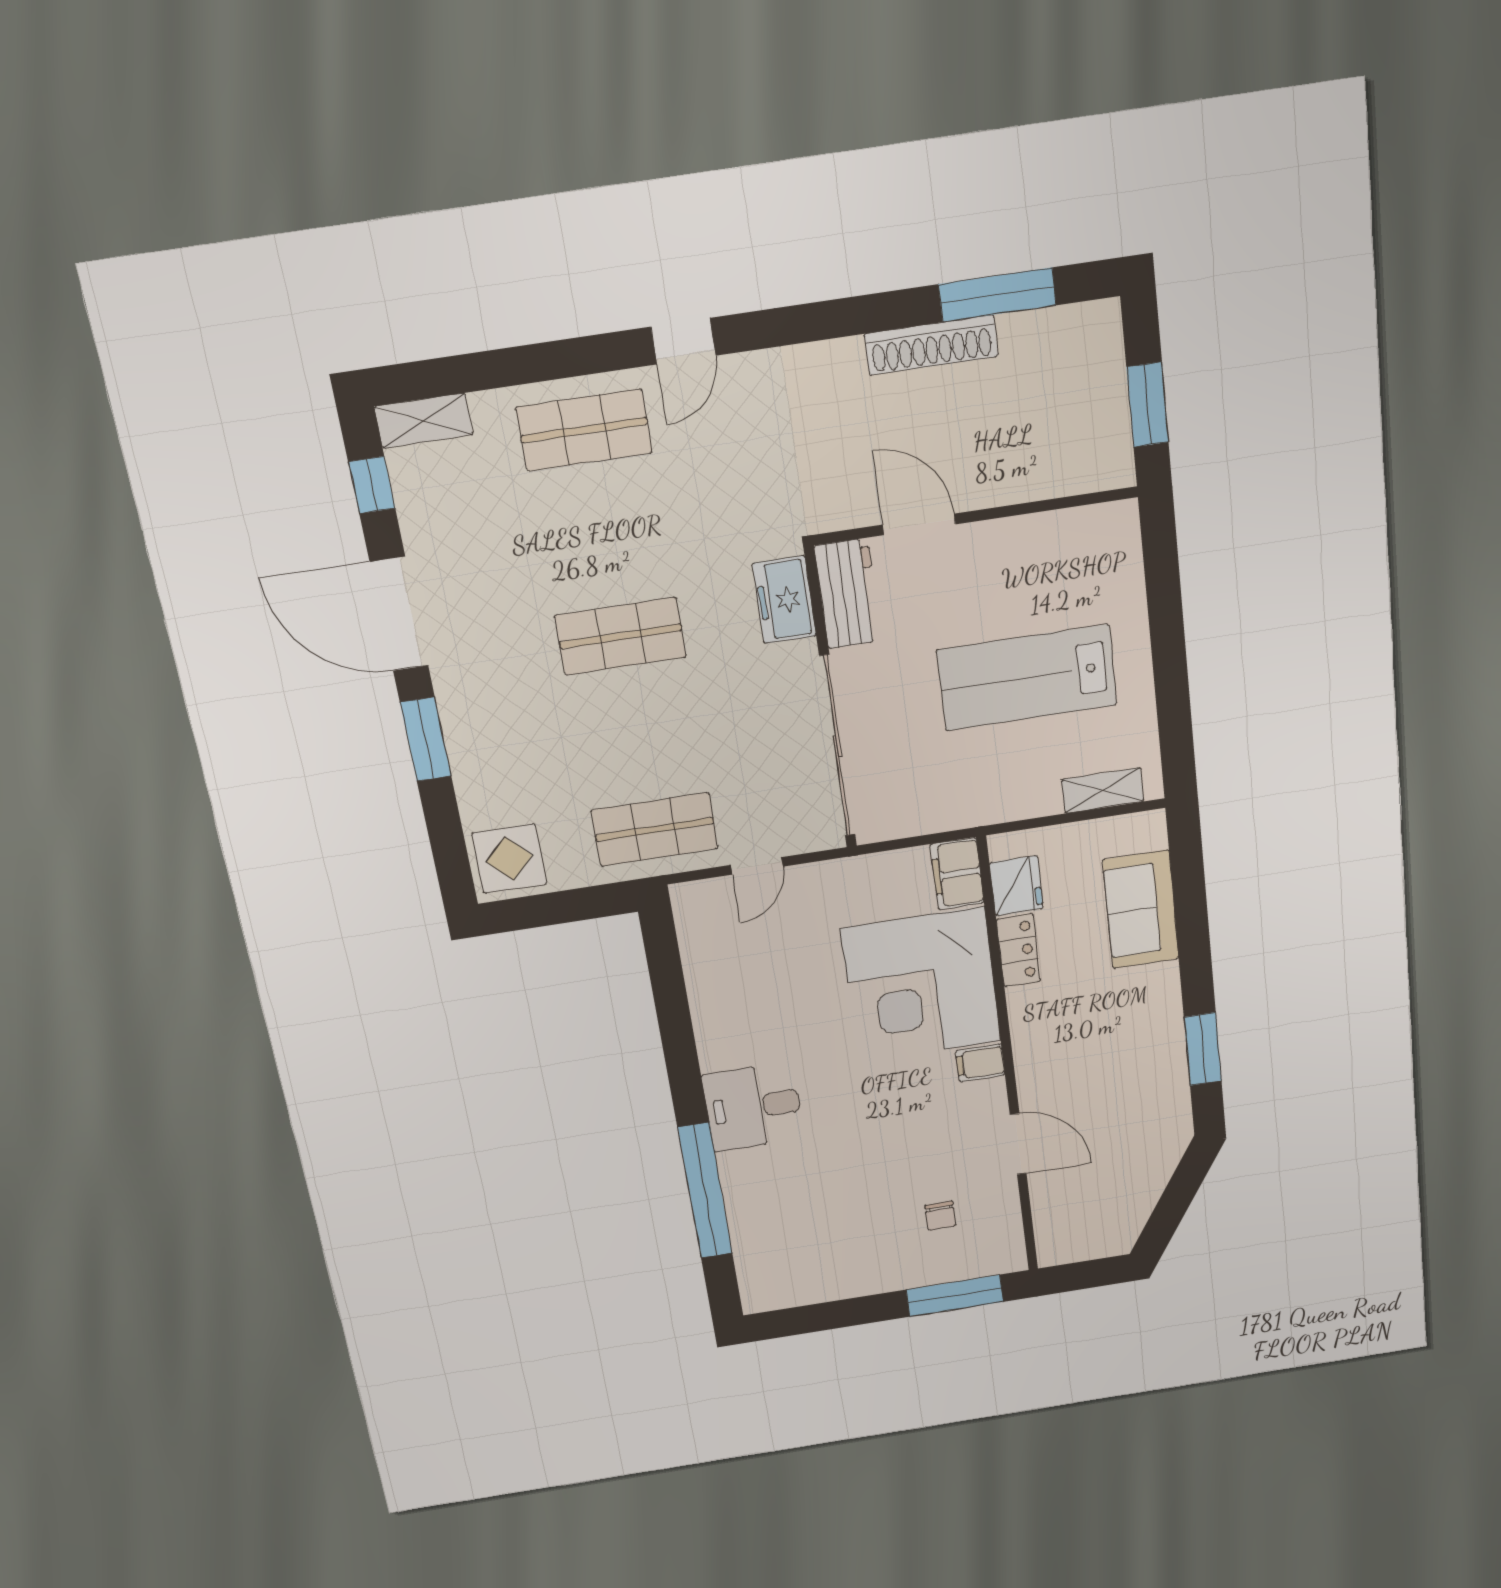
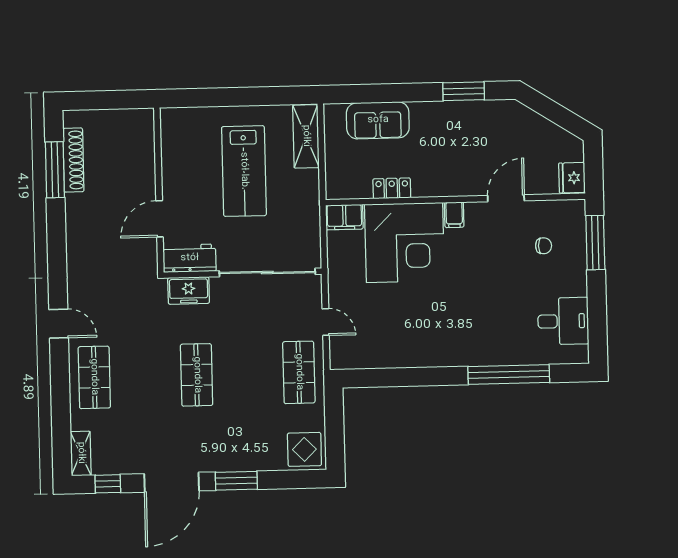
shoe rack: (931, 345) -> (73, 160), moved
window: (1148, 405) -> (115, 100), removed
shelving: (1103, 790) -> (306, 136), width x1.50, depth x1.33
fridge: (1016, 886) -> (572, 178), moved, turned -90
desk: (753, 1107) -> (563, 321), moved, turned -90

